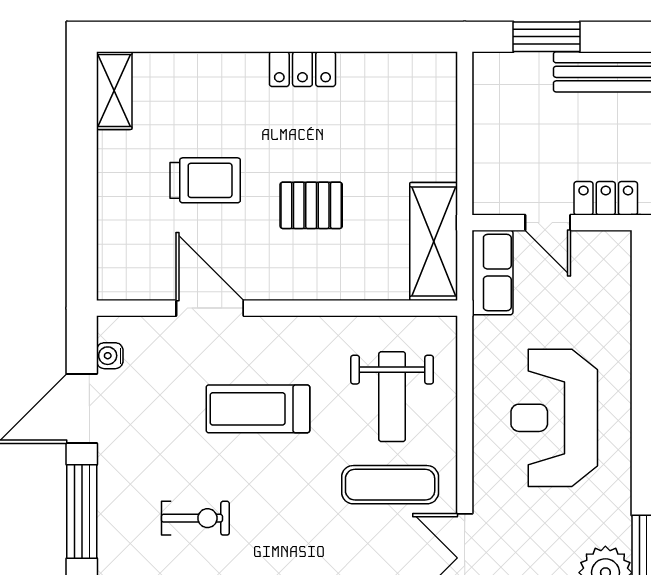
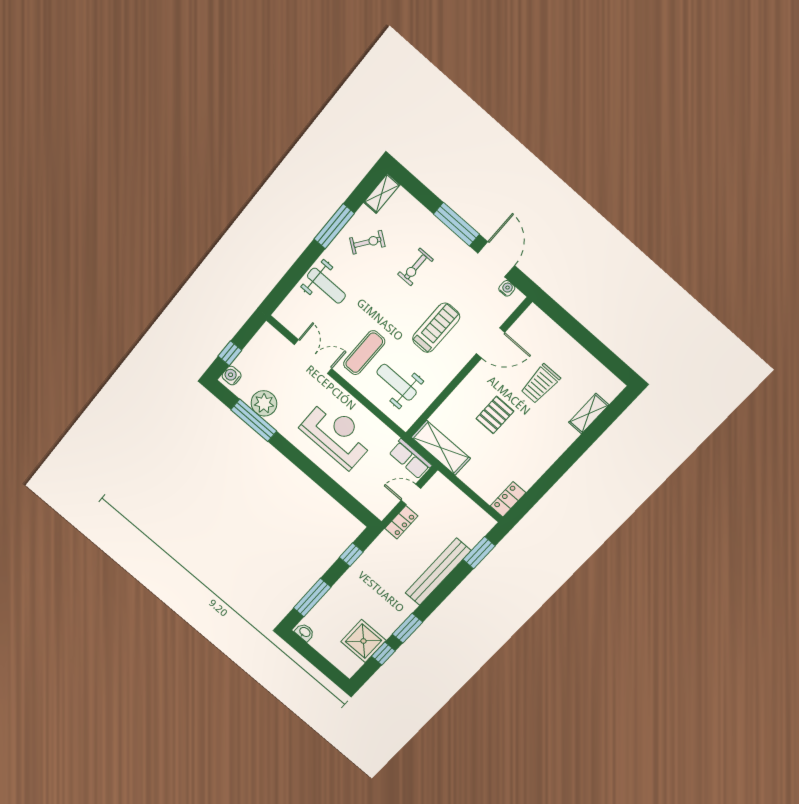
locker: (302, 69) -> (508, 499), moved
shelving: (114, 91) -> (589, 414), moved, turned 90

